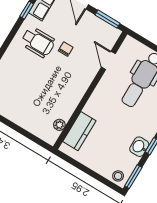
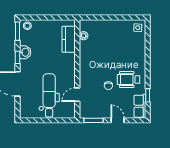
door: (108, 60) -> (77, 95), swing flipped

